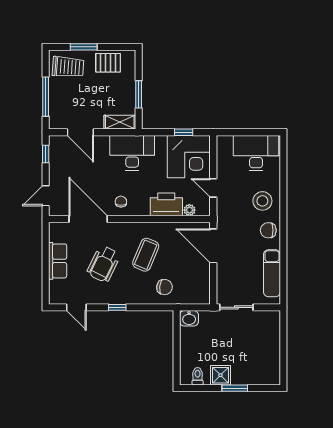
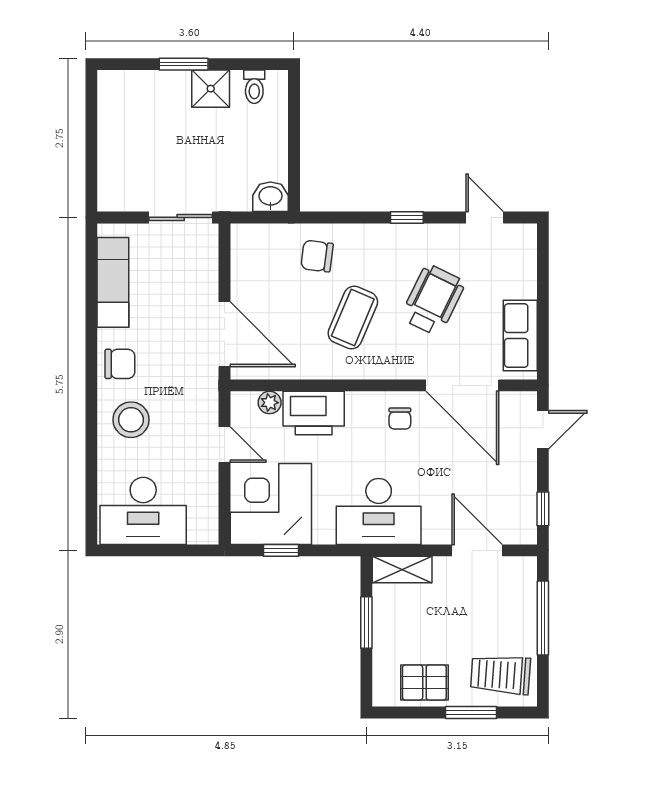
row of seats: (58, 261) -> (520, 336), moved

